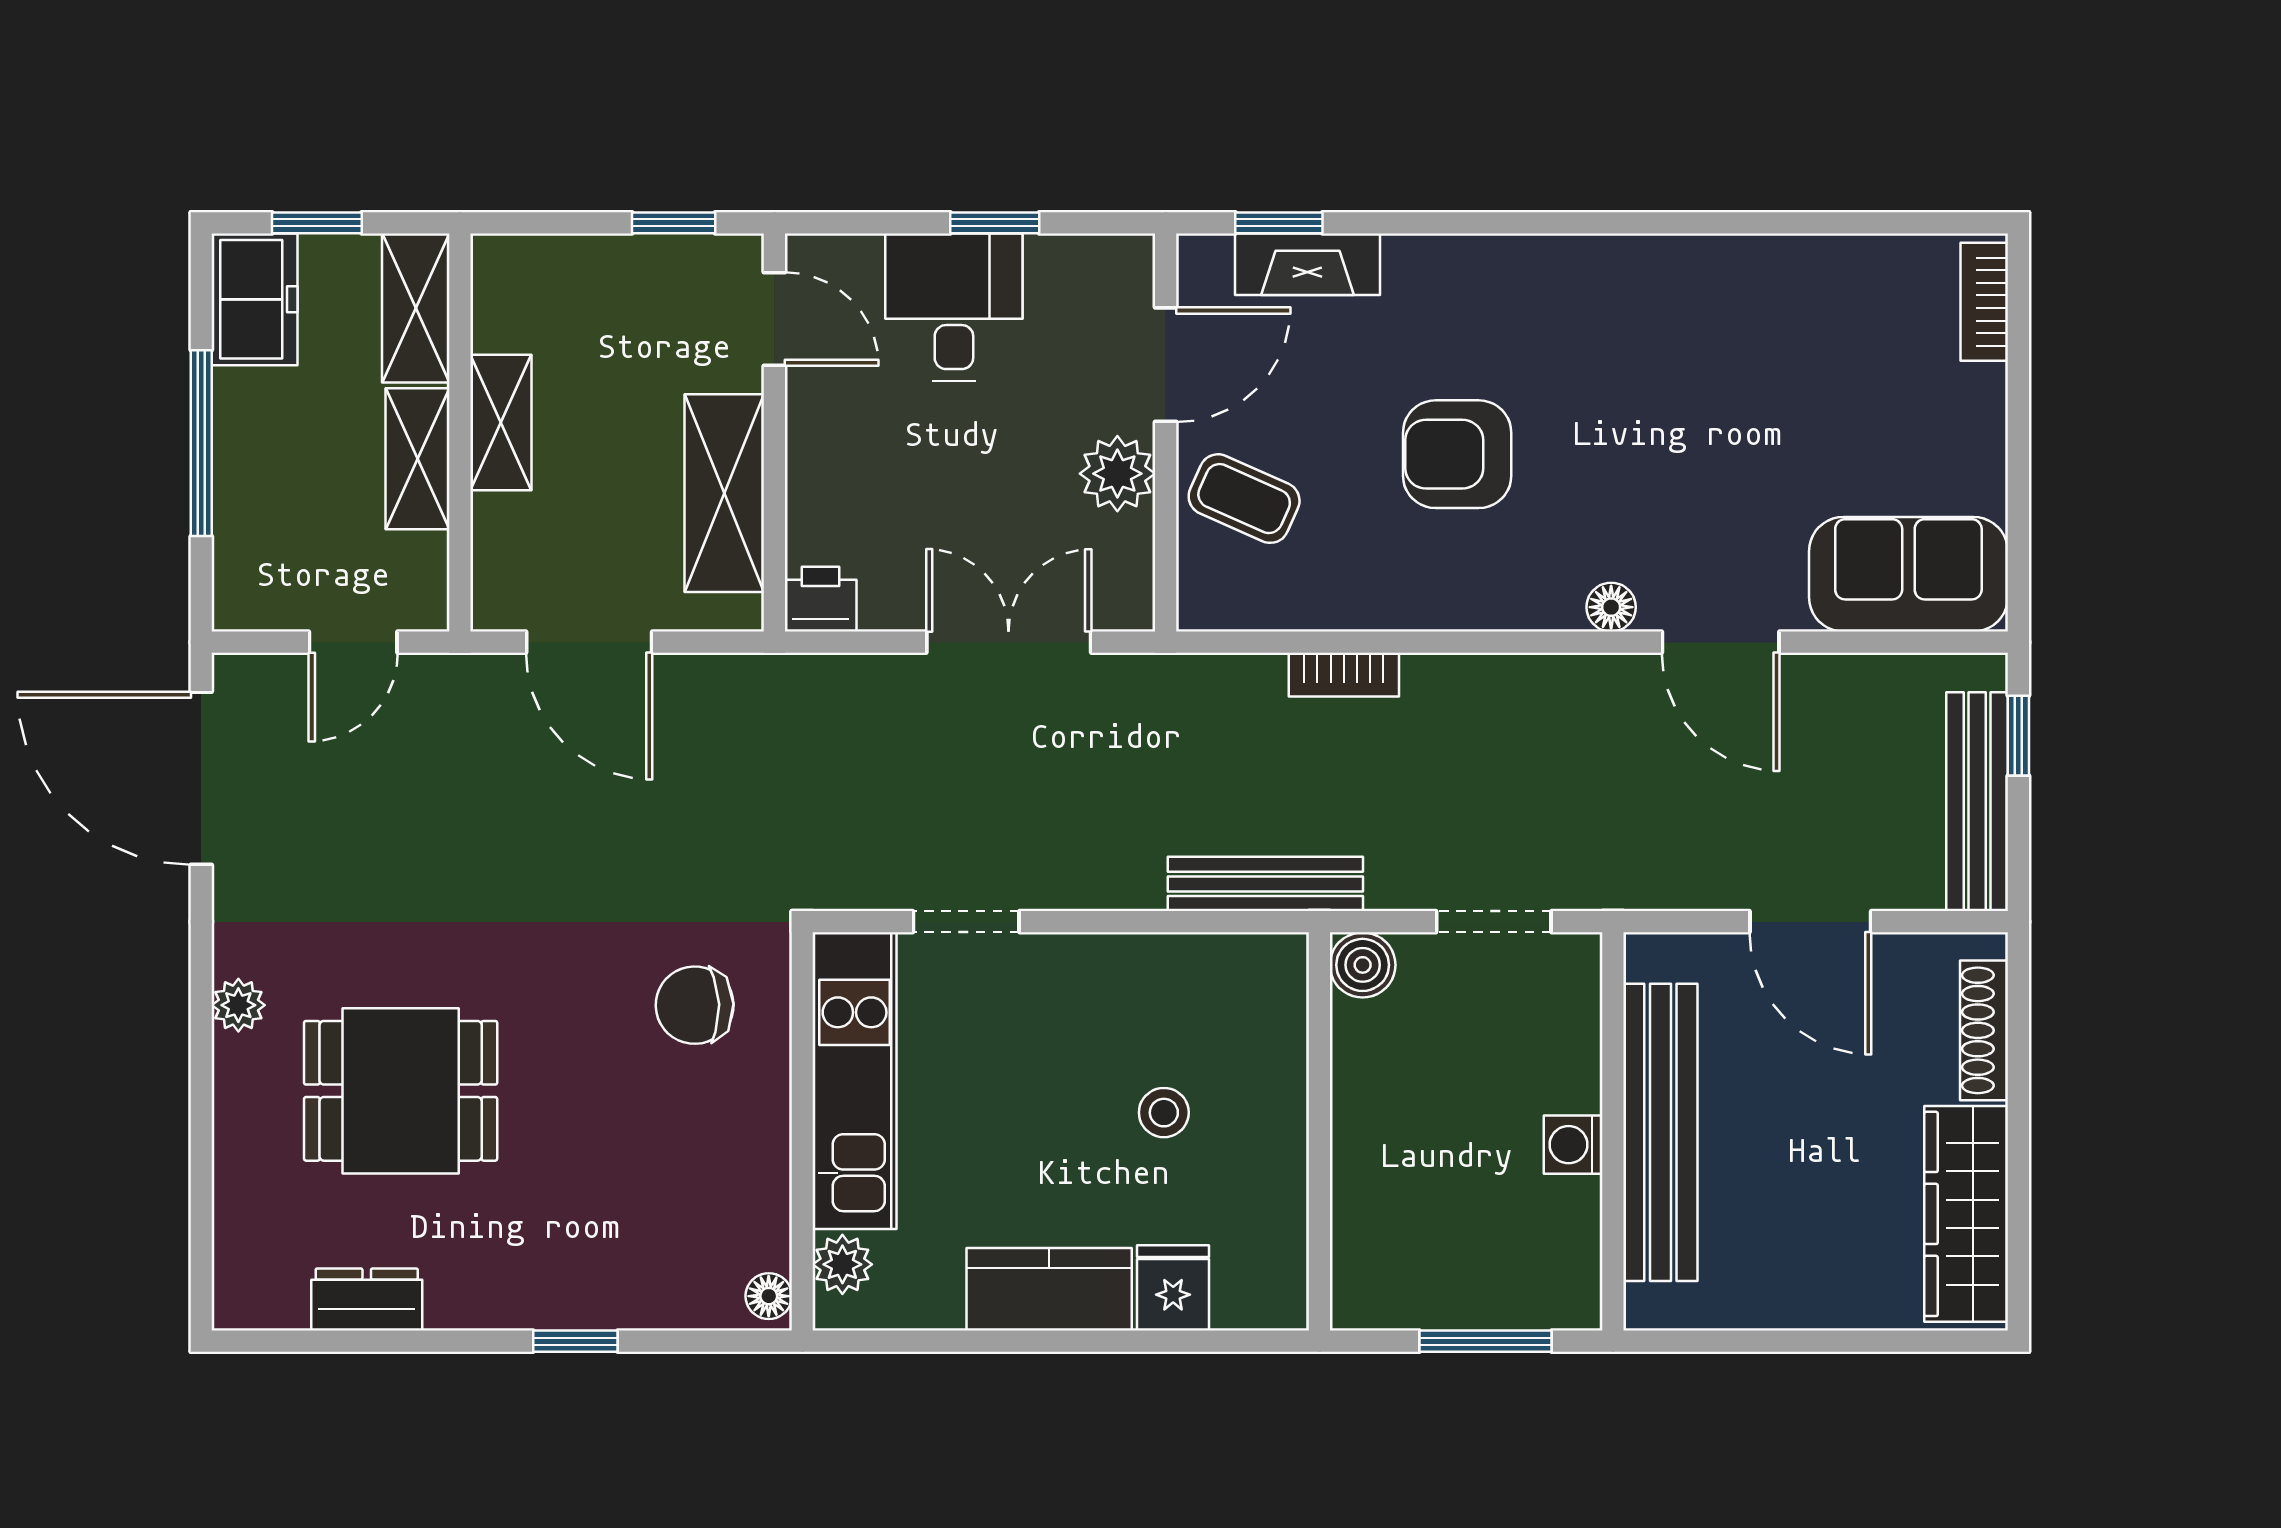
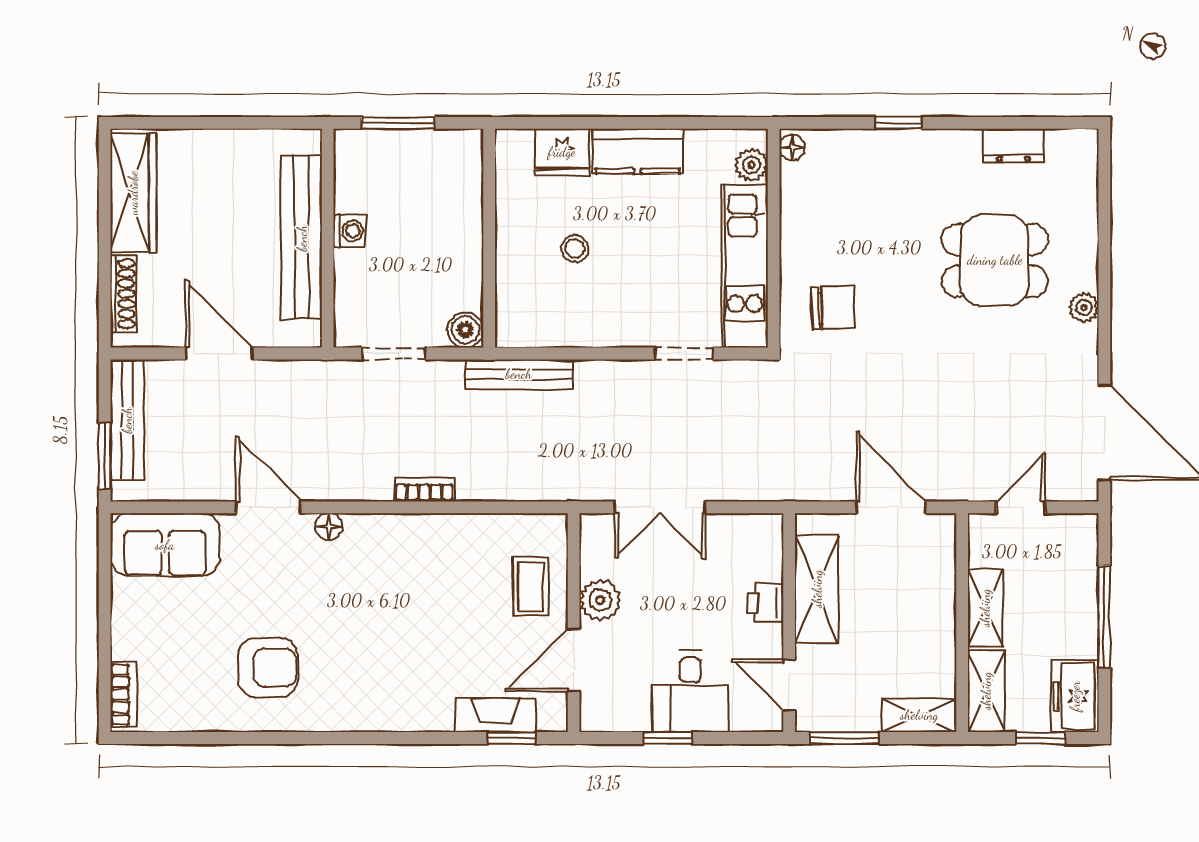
window: (674, 223) -> (844, 738), width x1.50
shelving: (501, 423) -> (919, 715), moved, turned 90
armchair: (1457, 454) -> (268, 667), moved
coffee table: (1244, 499) -> (531, 586), turned 66
printer: (821, 599) -> (765, 603), moved, turned 90
bookcase: (1344, 675) -> (424, 489), moved
window: (2018, 736) -> (105, 456), width x1.50
fridge: (1173, 1288) -> (562, 152), width x1.38

